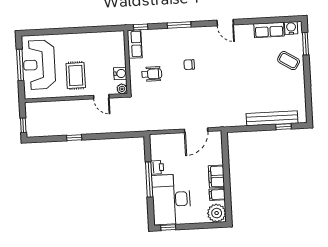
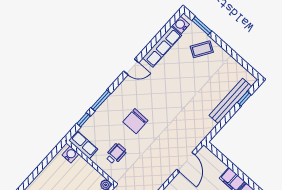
window: (141, 27) -> (84, 120), moved
row of seats: (269, 30) -> (162, 47), width x1.48
chair: (189, 65) -> (135, 121), width x1.87, depth x1.87
water cooler: (120, 73) -> (70, 154), moved

